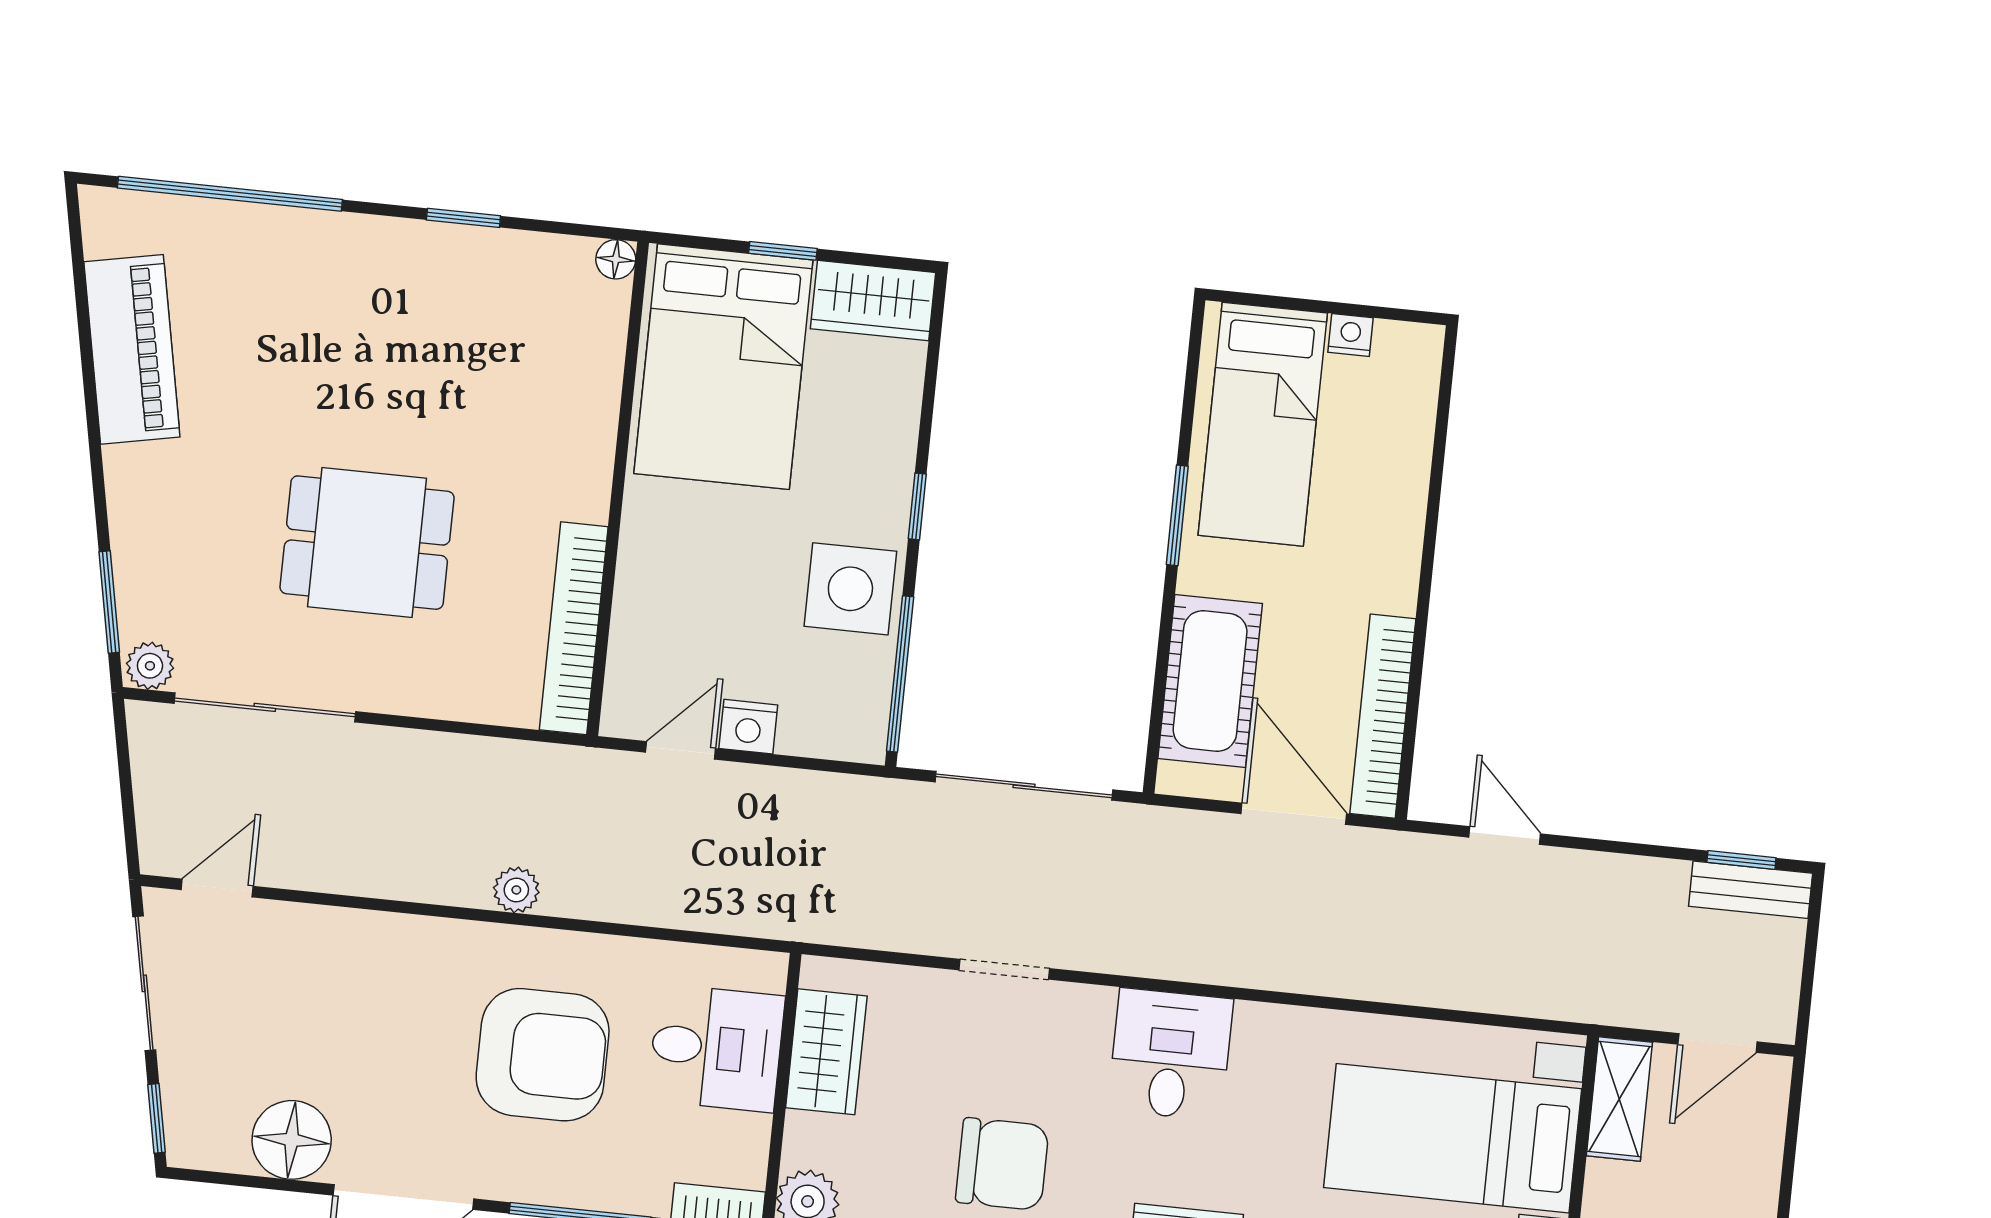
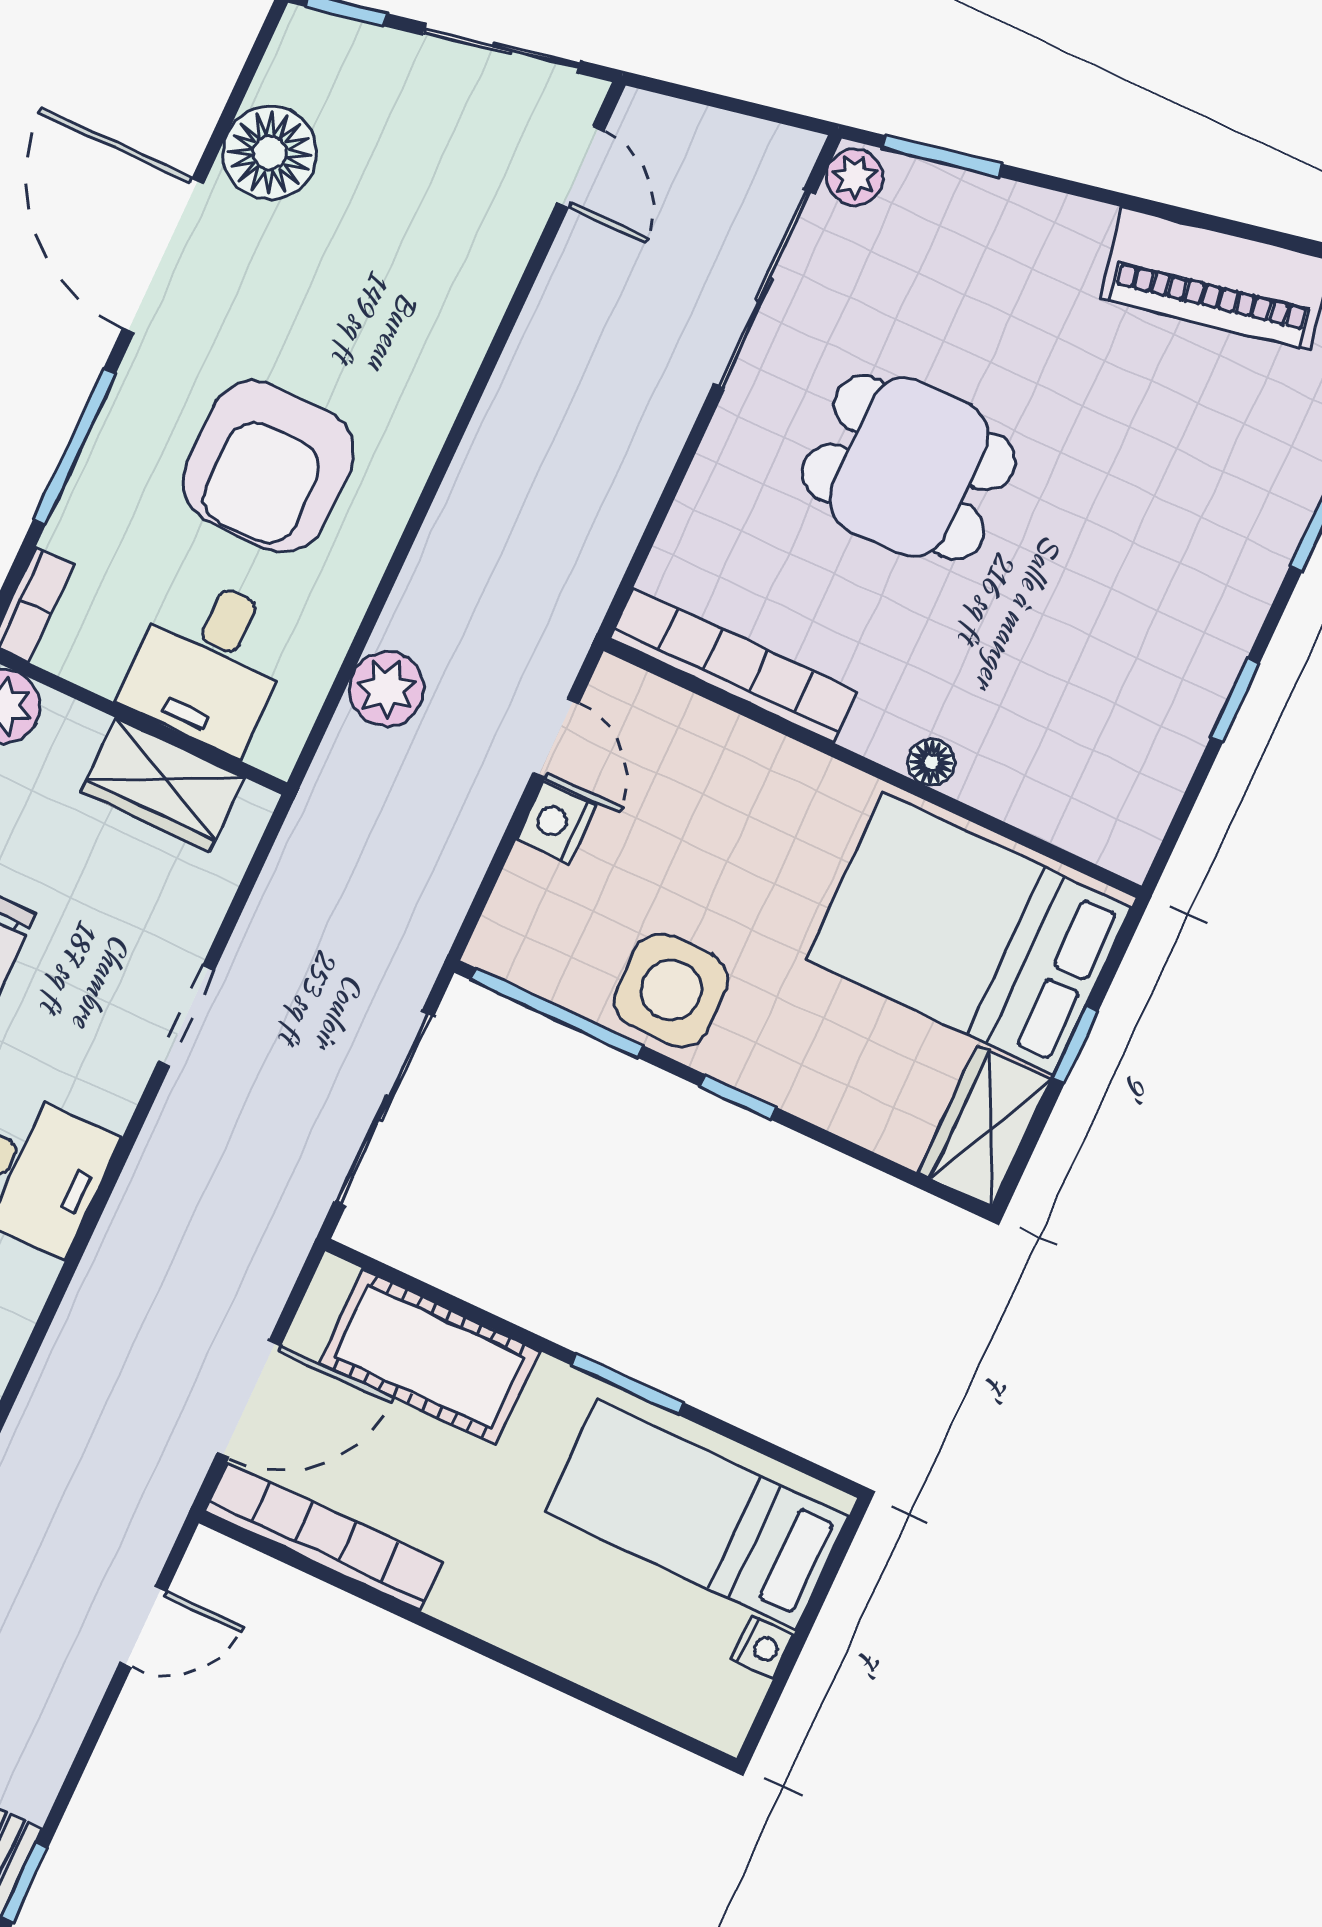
floor lamp: (616, 259) -> (931, 762), moved
dining table: (367, 543) -> (909, 467), turned 90
plant: (516, 890) -> (387, 689), moved, width x1.38, depth x1.38

